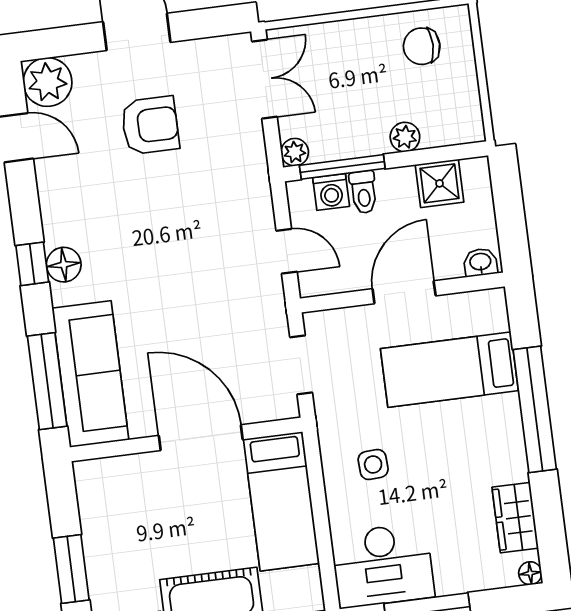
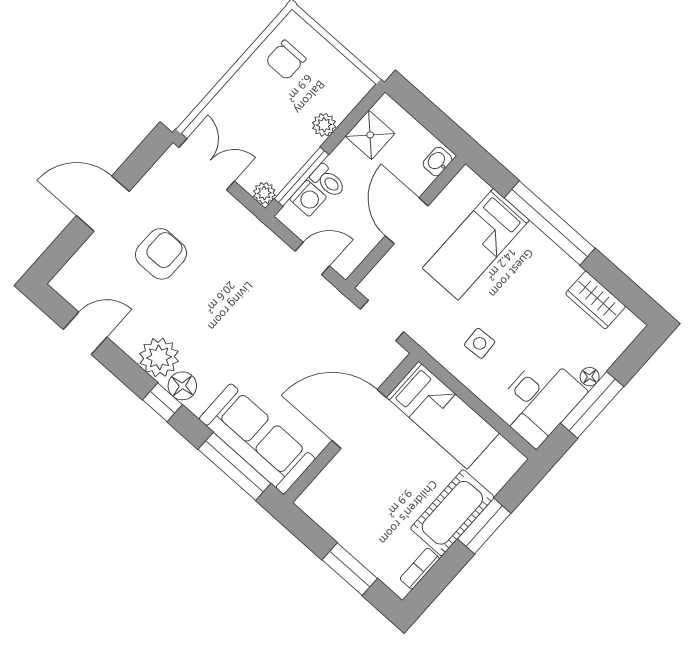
plant: (48, 82) -> (159, 357), moved
floor lamp: (530, 573) -> (590, 377), moved

